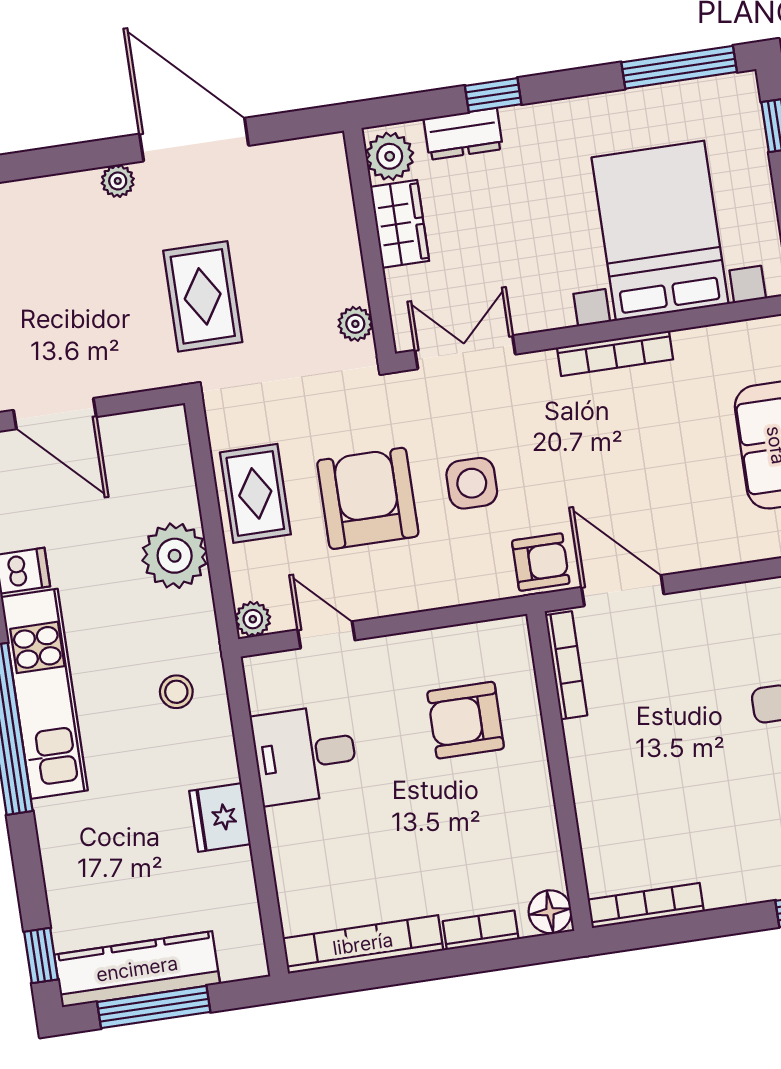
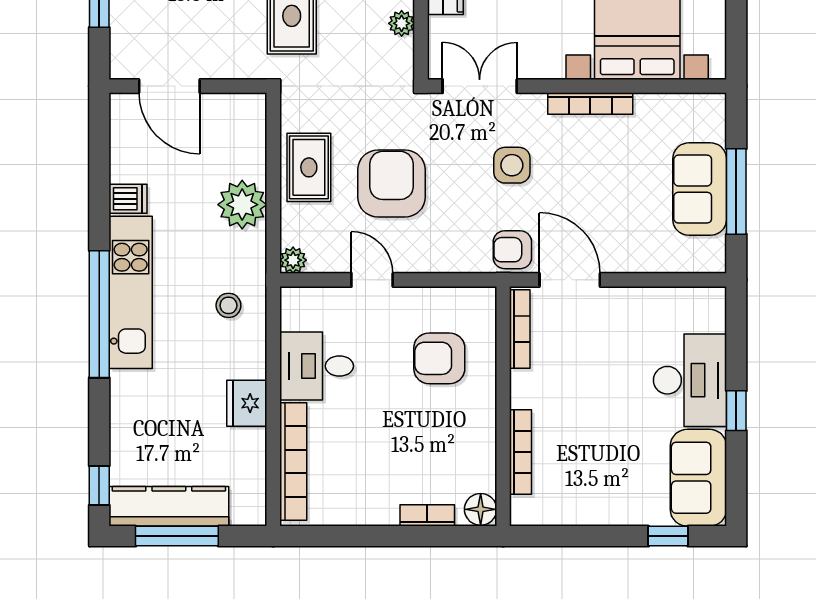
plant: (355, 324) -> (402, 23), moved
side table: (472, 483) -> (512, 165), moved
armchair: (541, 562) -> (512, 250), turned 180
door: (326, 635) -> (372, 280), moved
bookcase: (646, 906) -> (521, 452), moved, turned 90
bookcase: (363, 944) -> (293, 462), moved, turned 90

